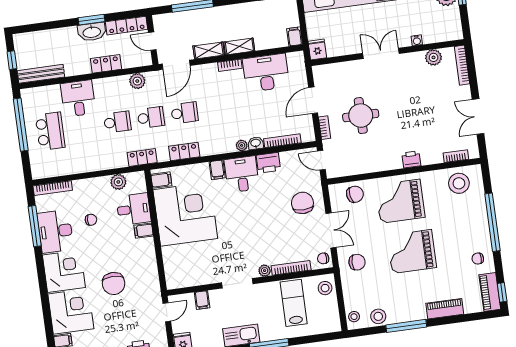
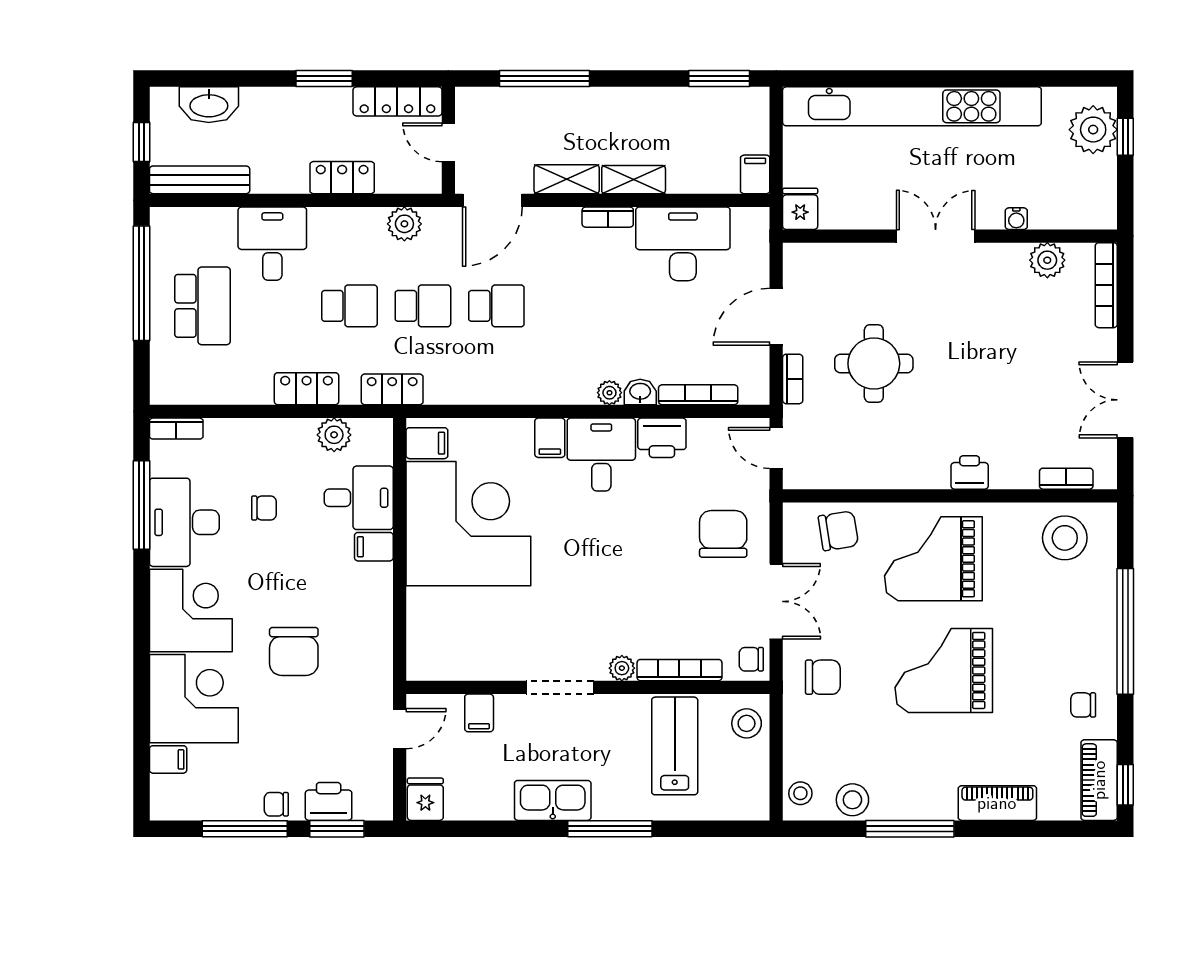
washbasin: (92, 32) -> (209, 105), moved
locker: (184, 151) -> (307, 389), moved
bookcase: (53, 188) -> (176, 429), width x0.64

